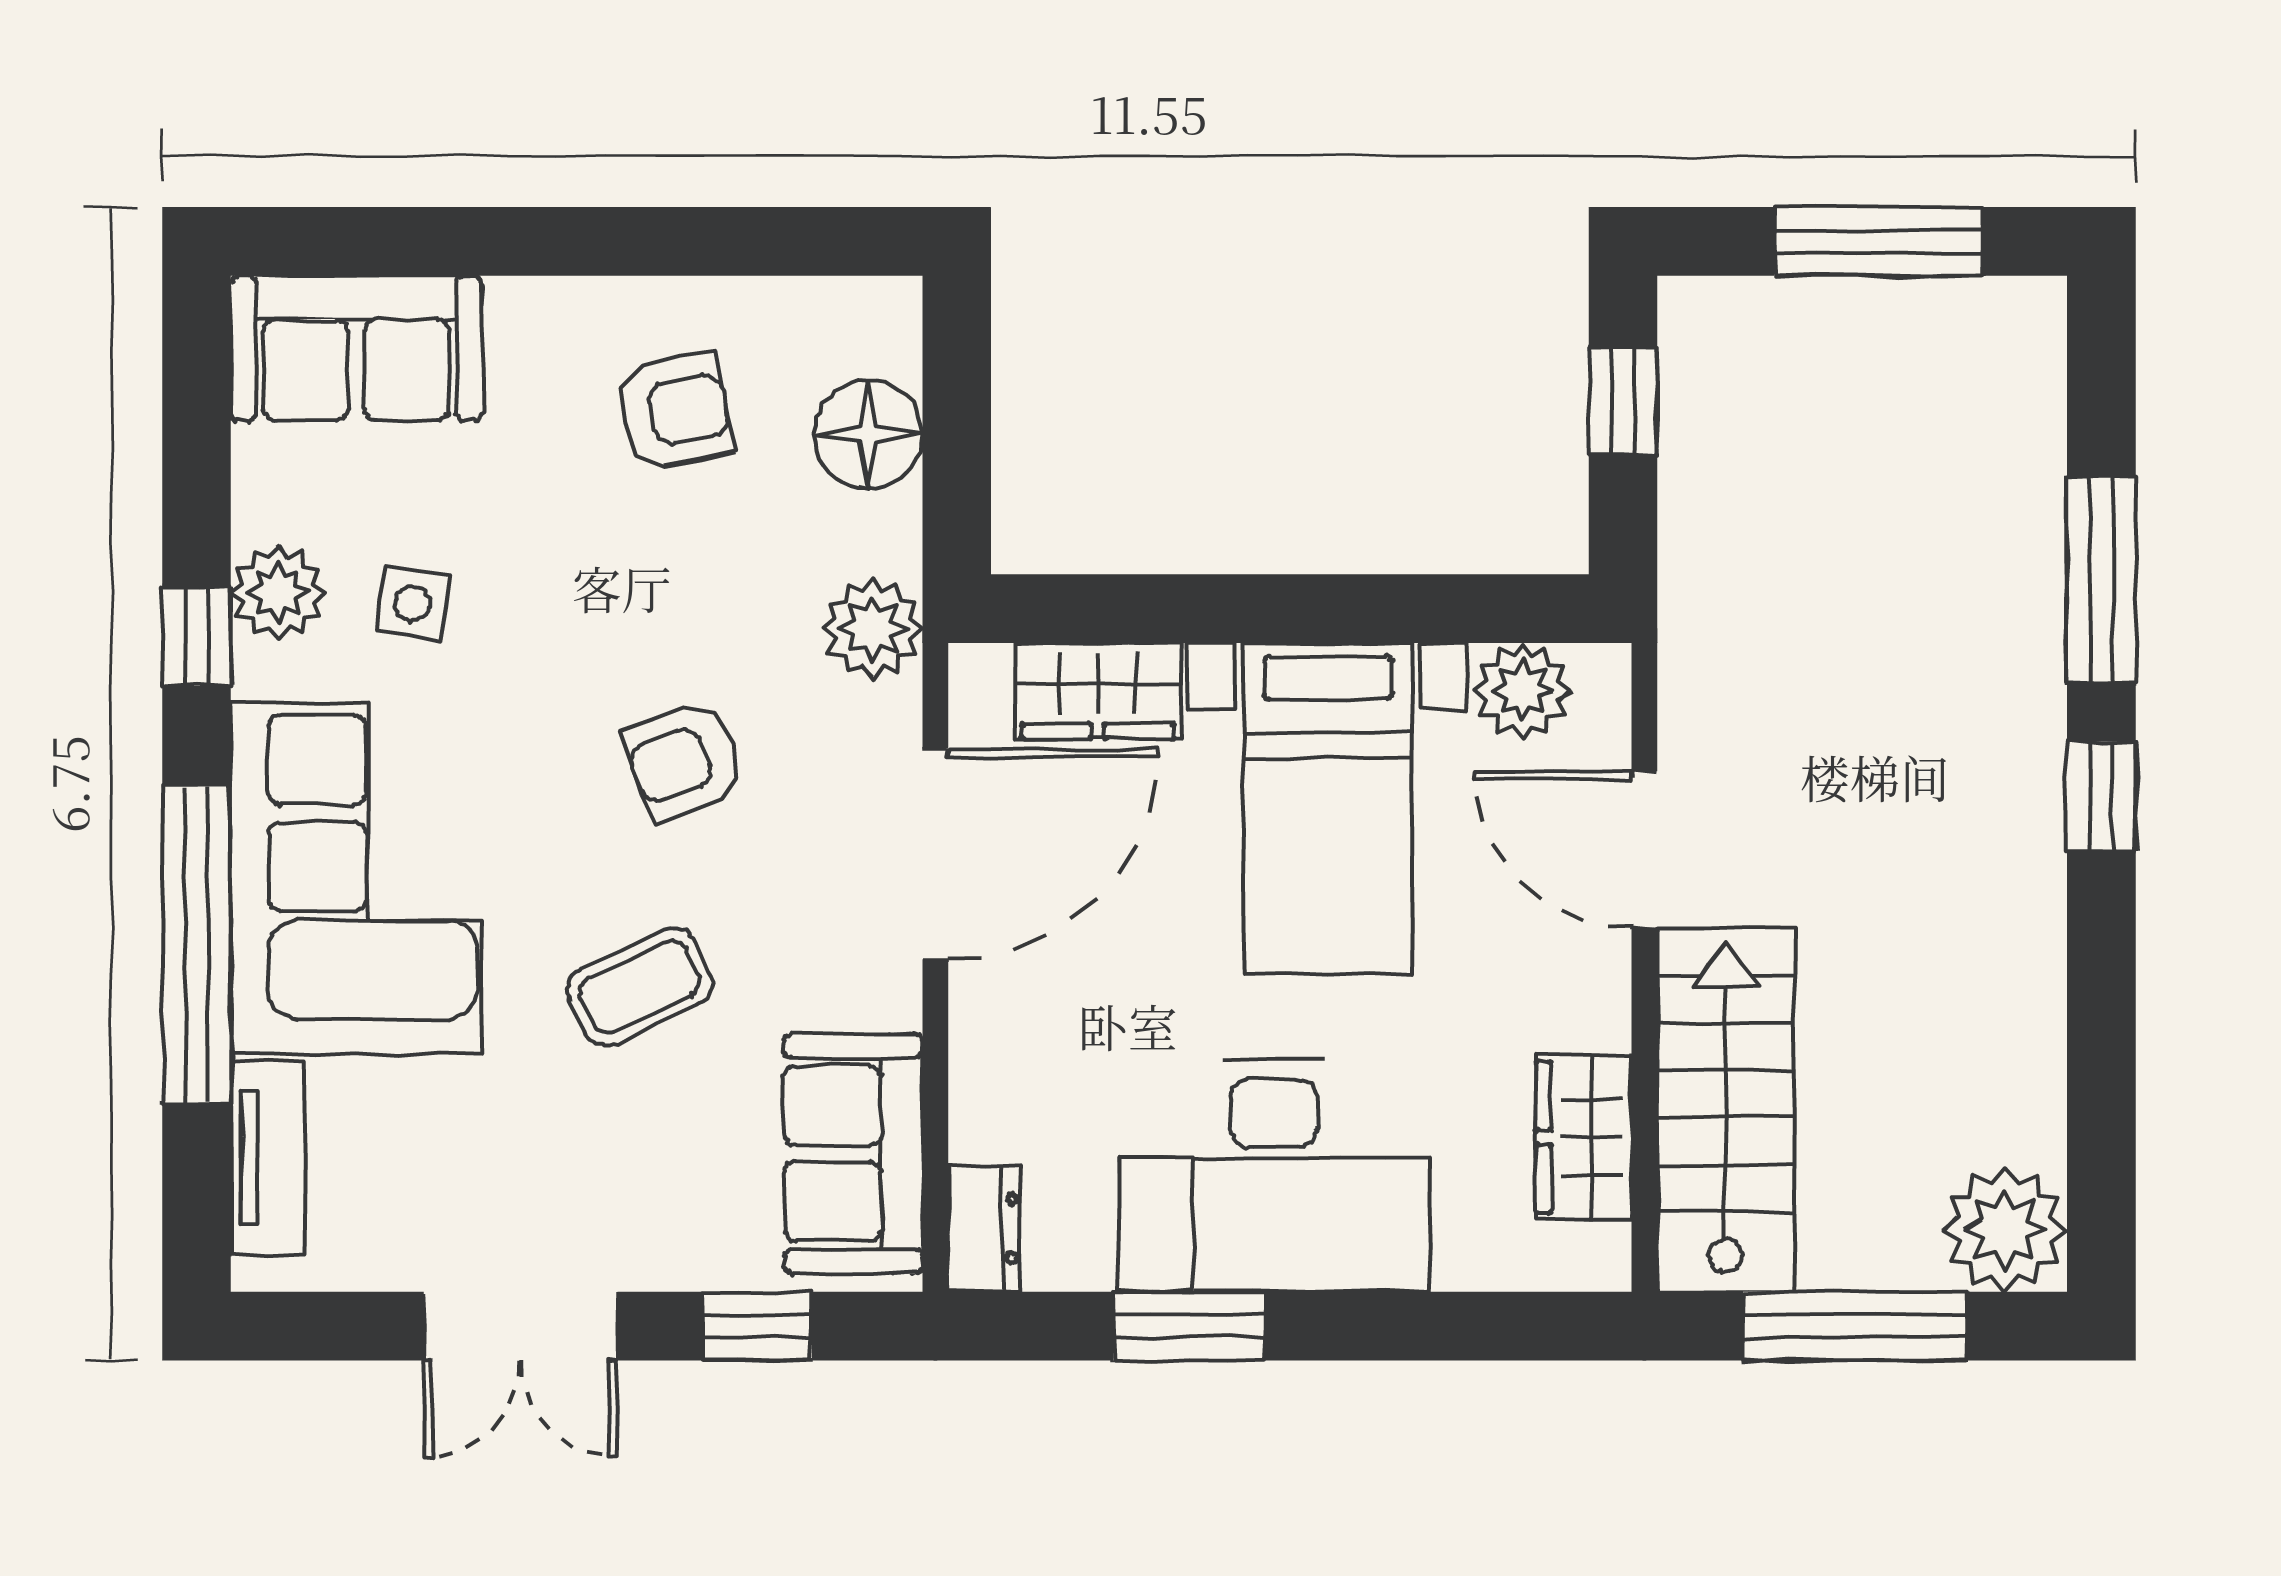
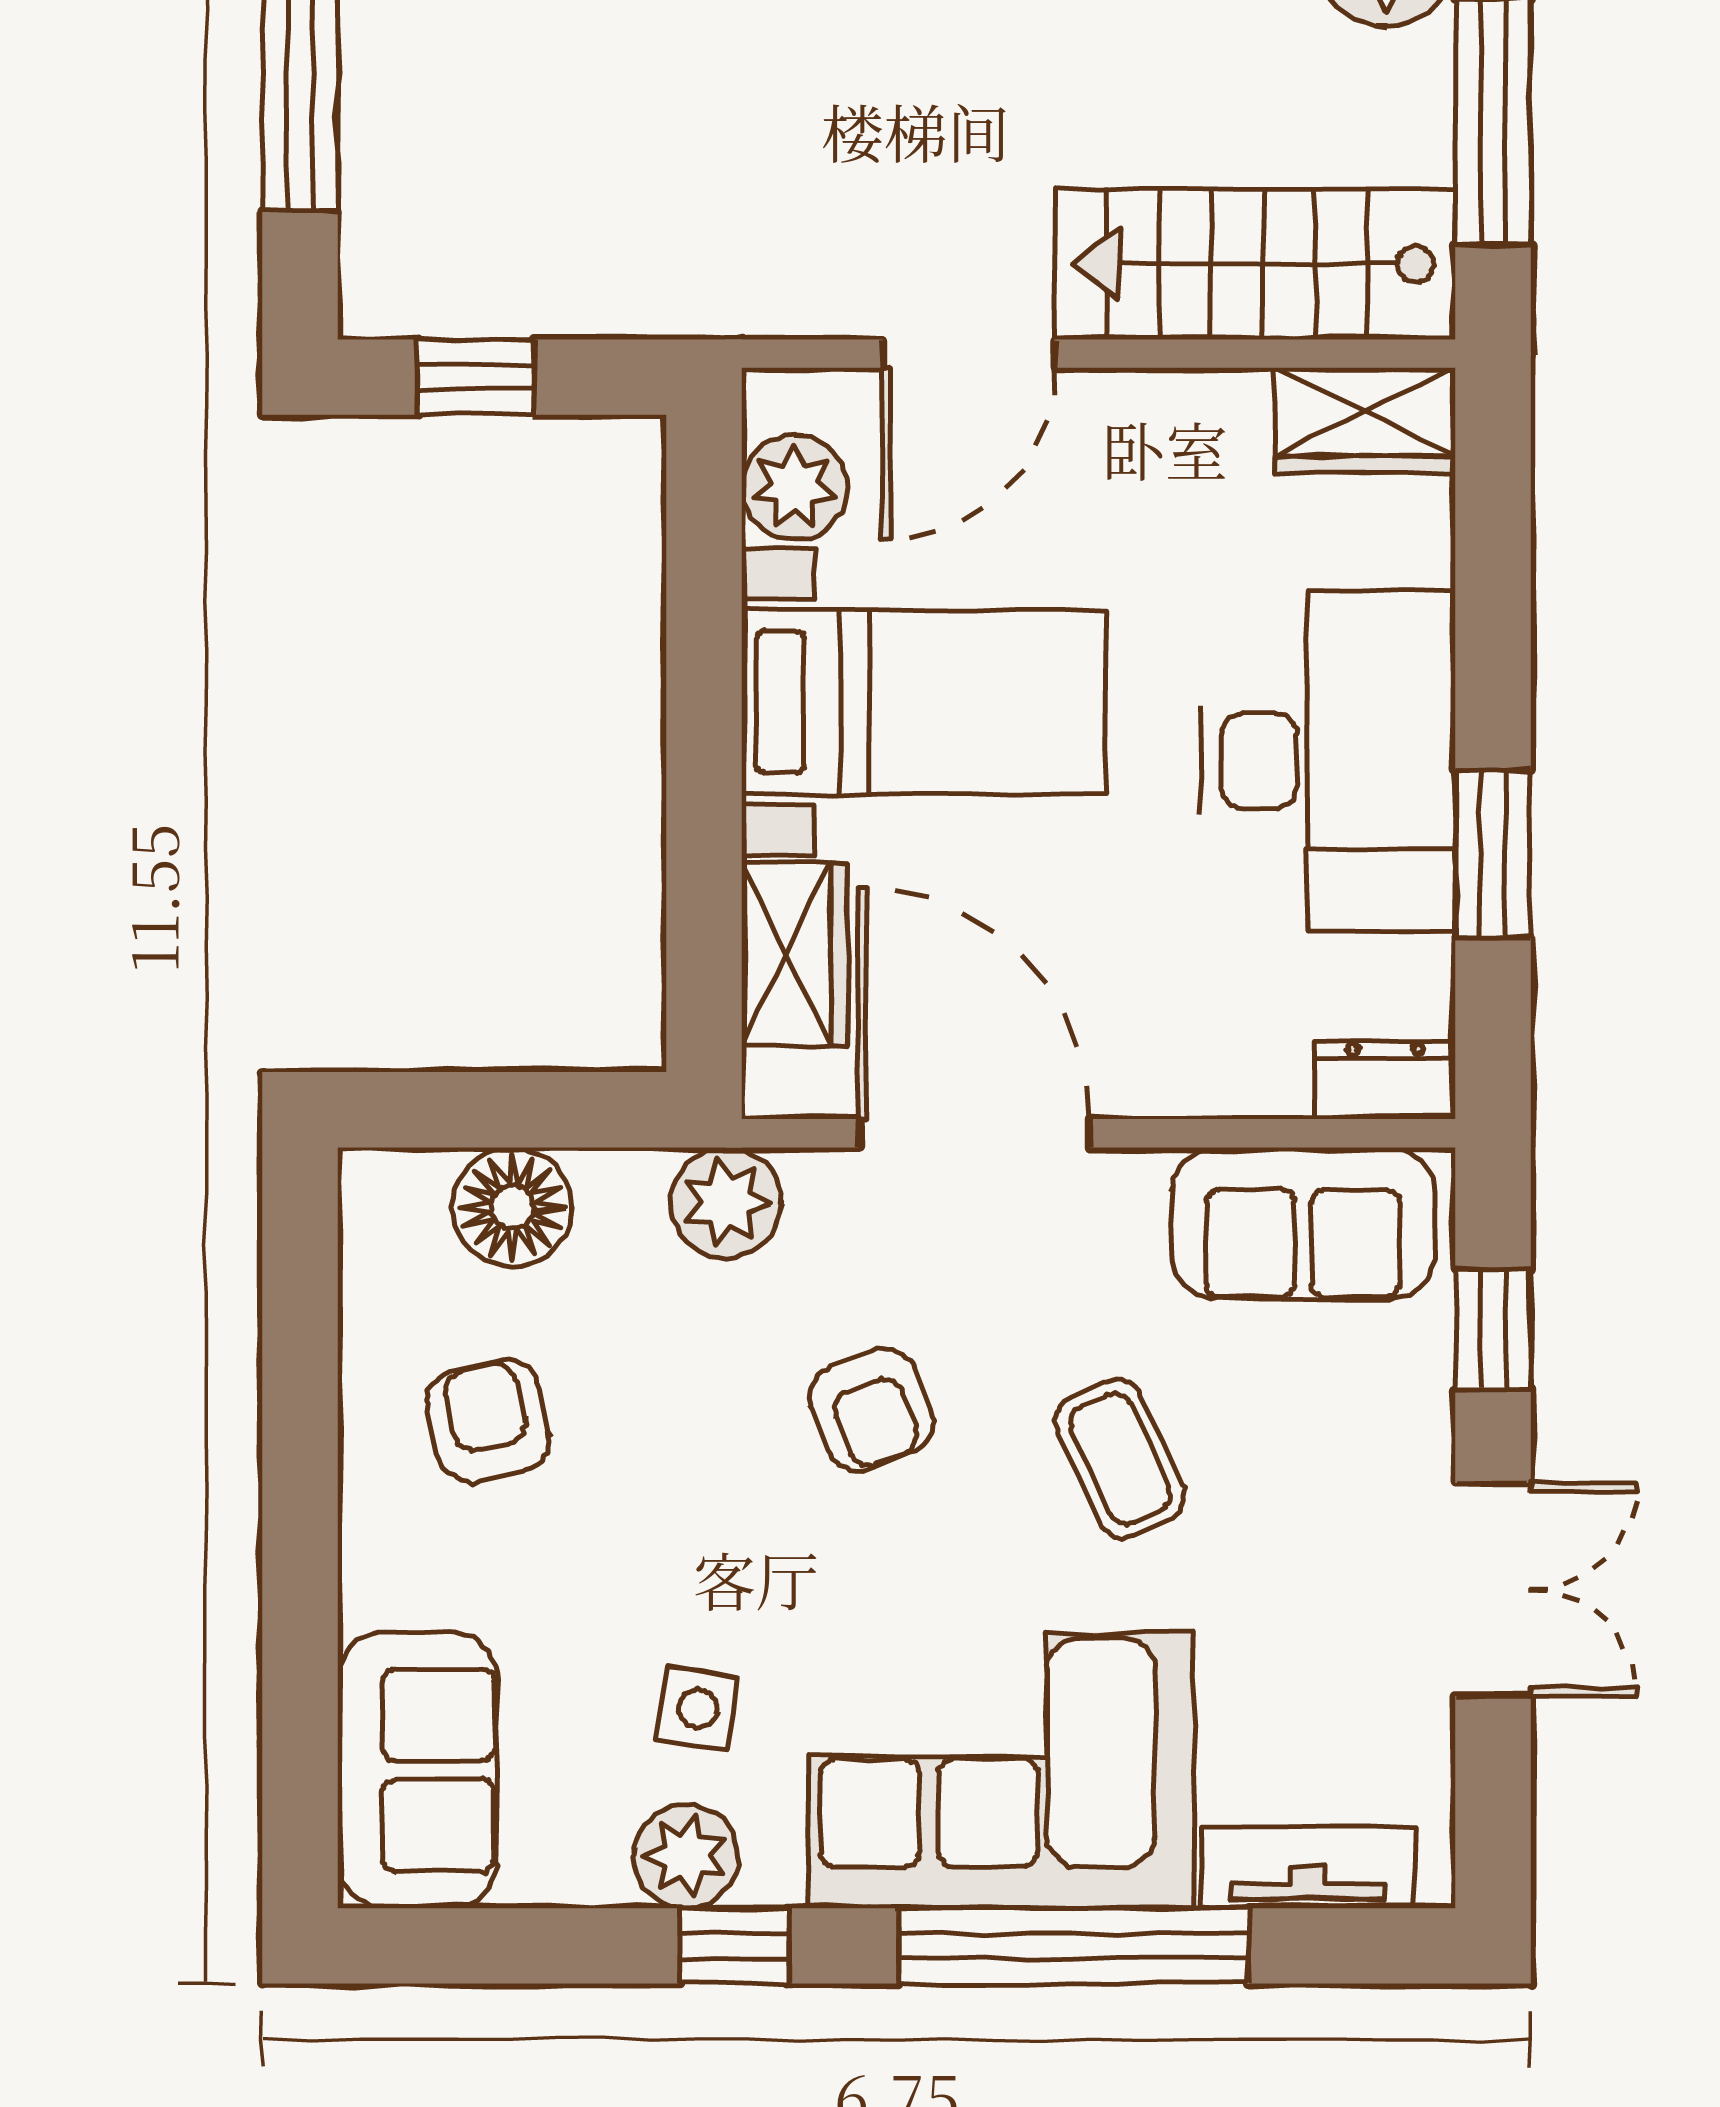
wardrobe: (1584, 1137) -> (1365, 420), moved

